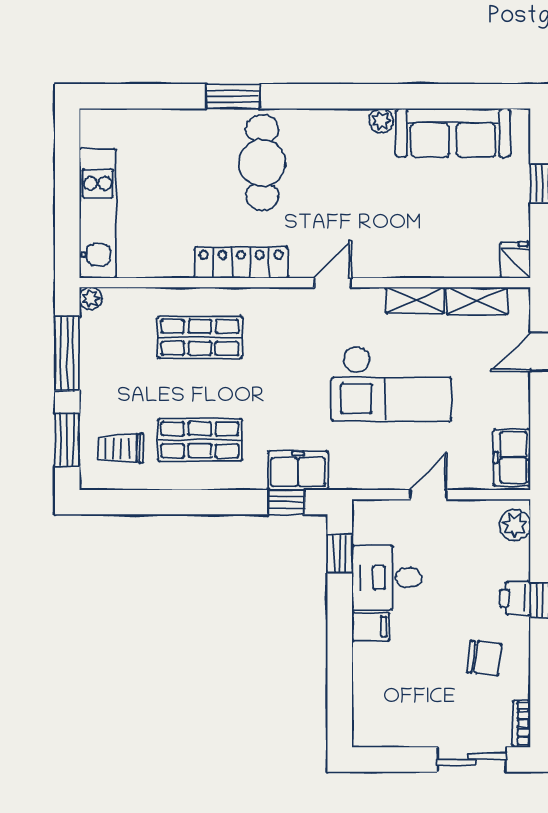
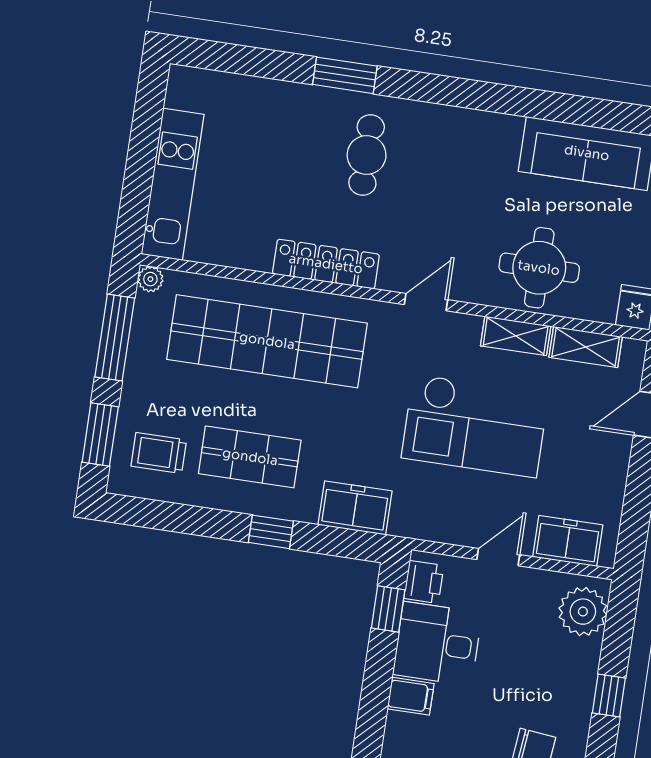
plant: (381, 121) -> (508, 128), removed
cafe table: (262, 163) -> (367, 155), width x0.73, depth x0.74
round table: (427, 238) -> (539, 268), added
shop shelf: (200, 337) -> (267, 341), width x2.00, depth x1.36
freezer: (512, 457) -> (568, 541), moved, turned 90
window: (286, 502) -> (271, 532), moved
plant: (515, 525) -> (583, 612), width x1.36, depth x1.36
printer: (515, 598) -> (424, 582), moved, turned 180

